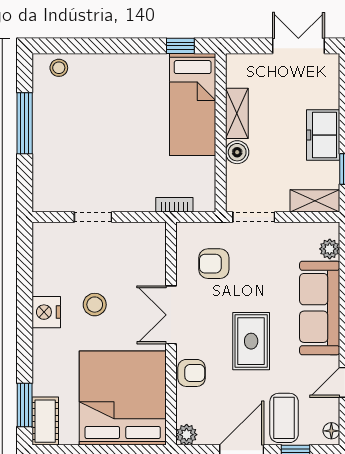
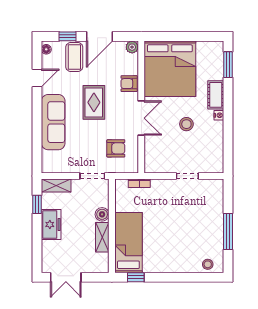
plant: (330, 249) -> (47, 157), removed
nightstand: (46, 312) -> (219, 115), width x0.53, depth x0.56
cot: (45, 421) -> (216, 95), moved

